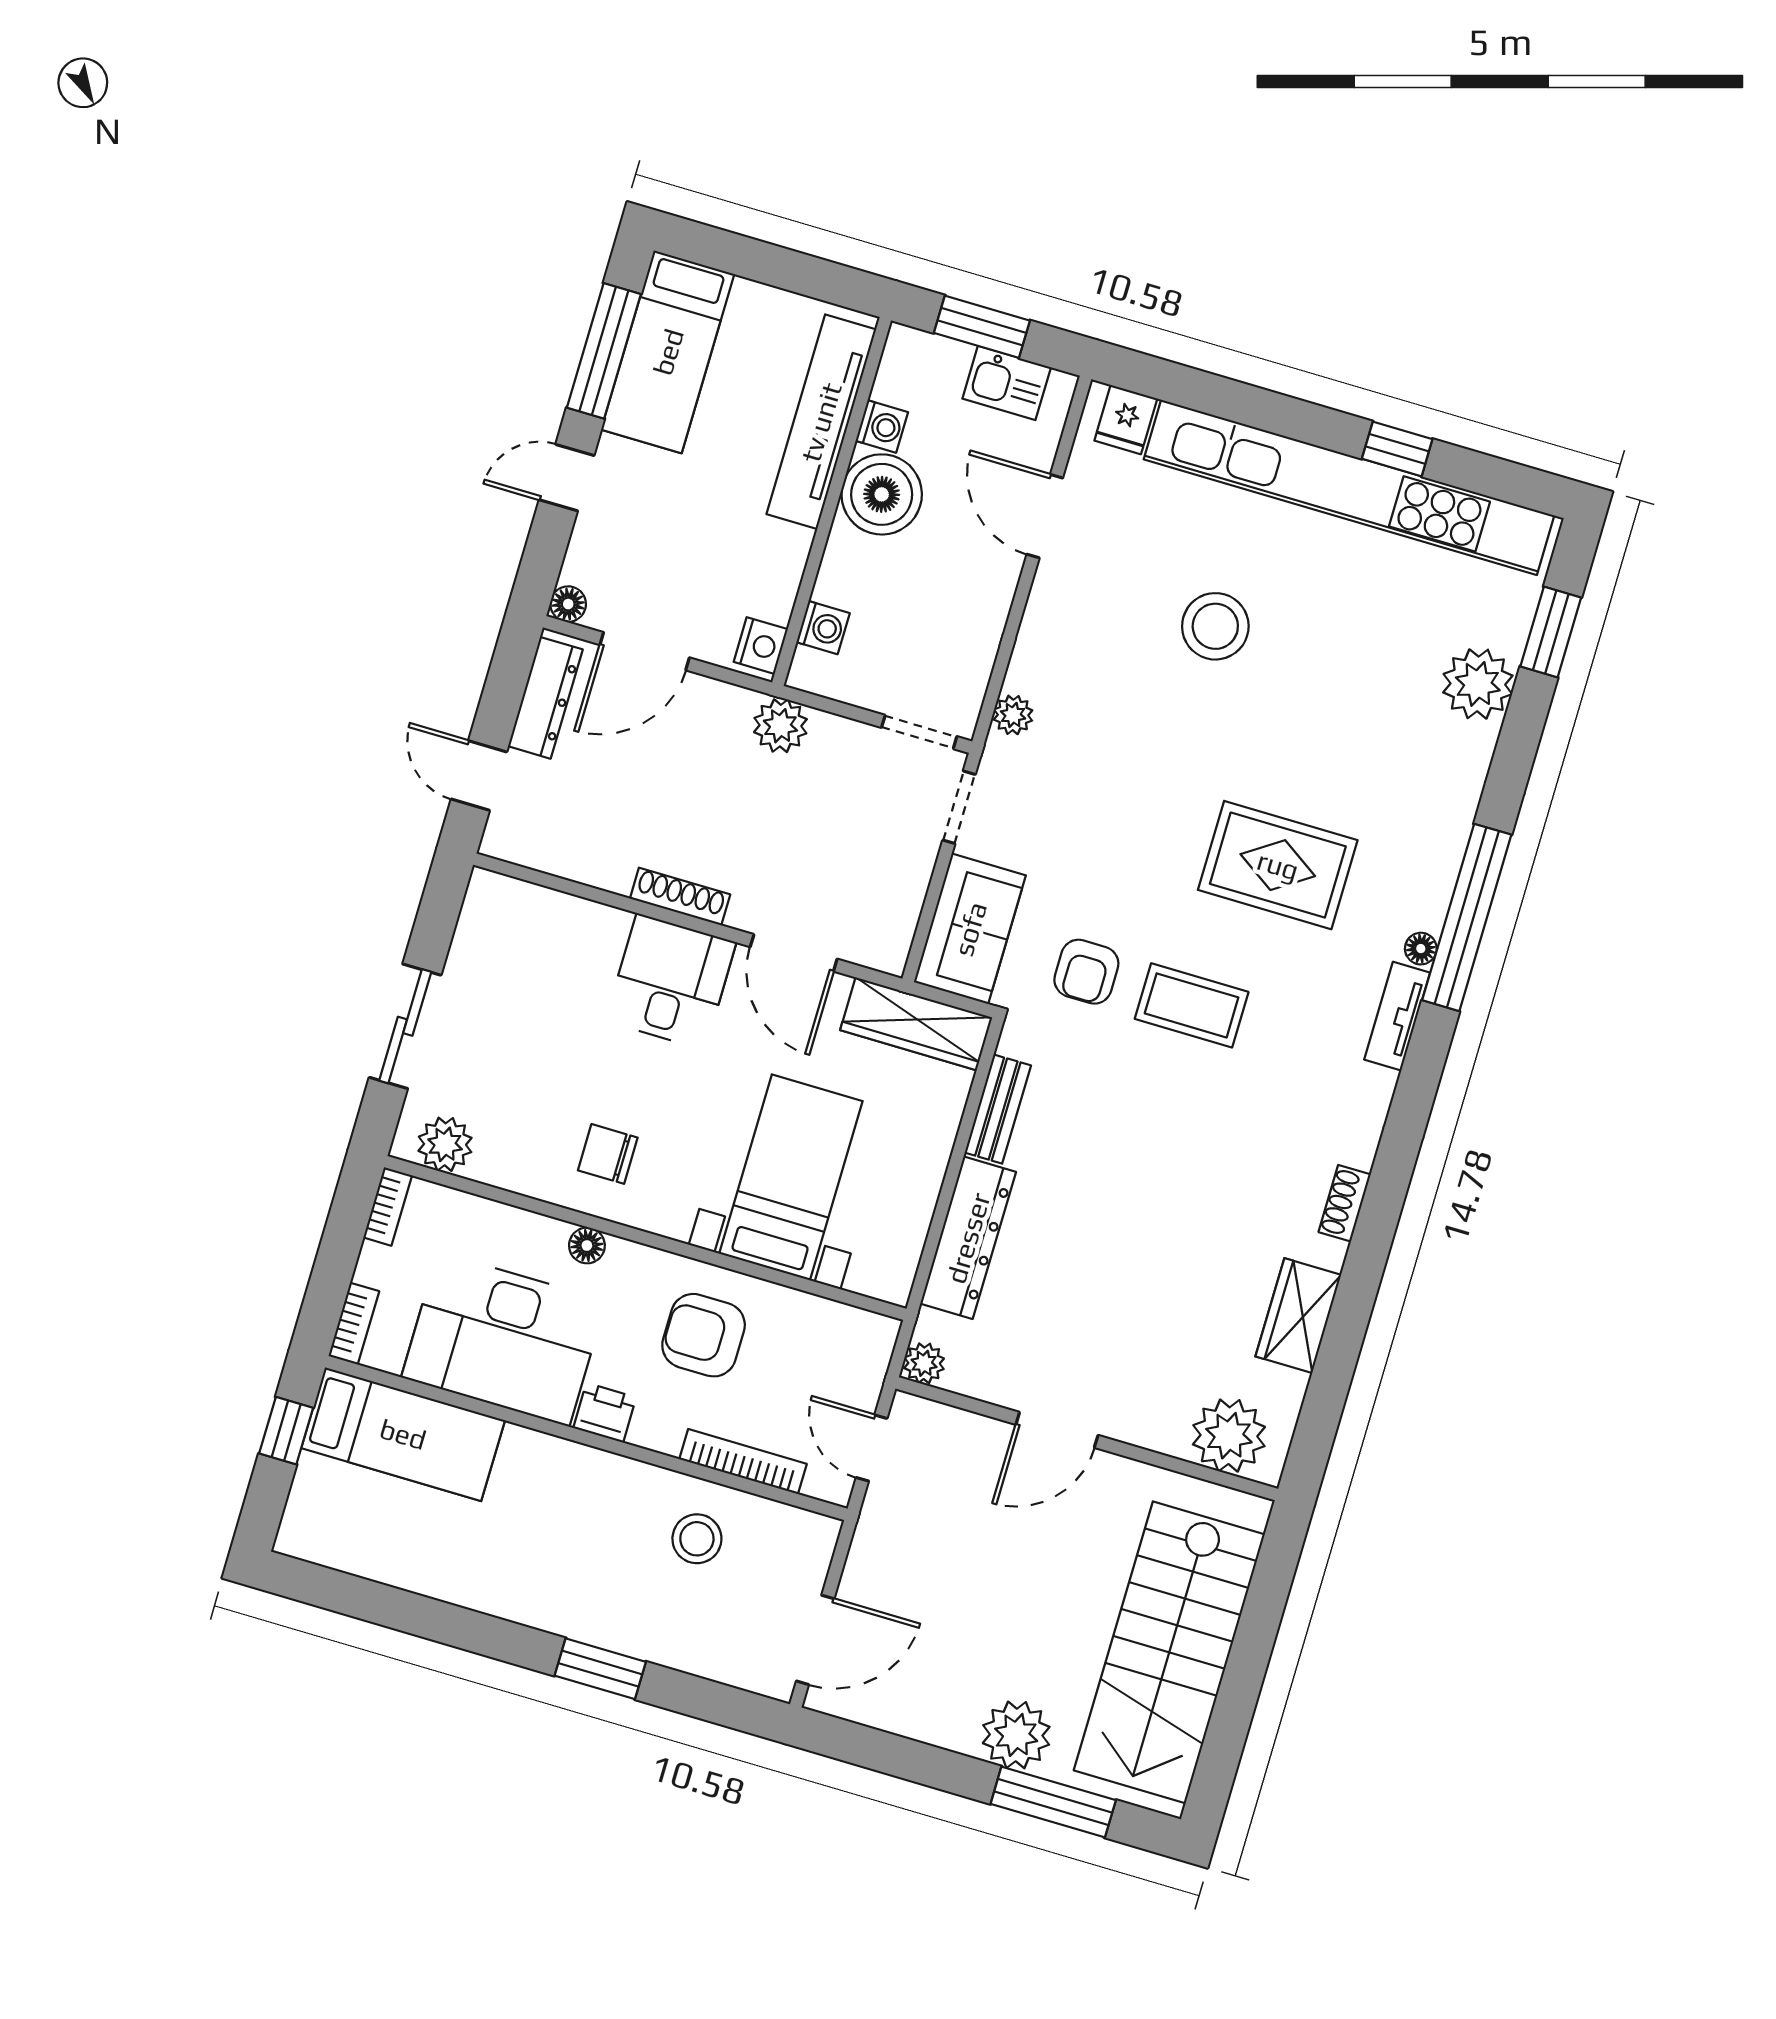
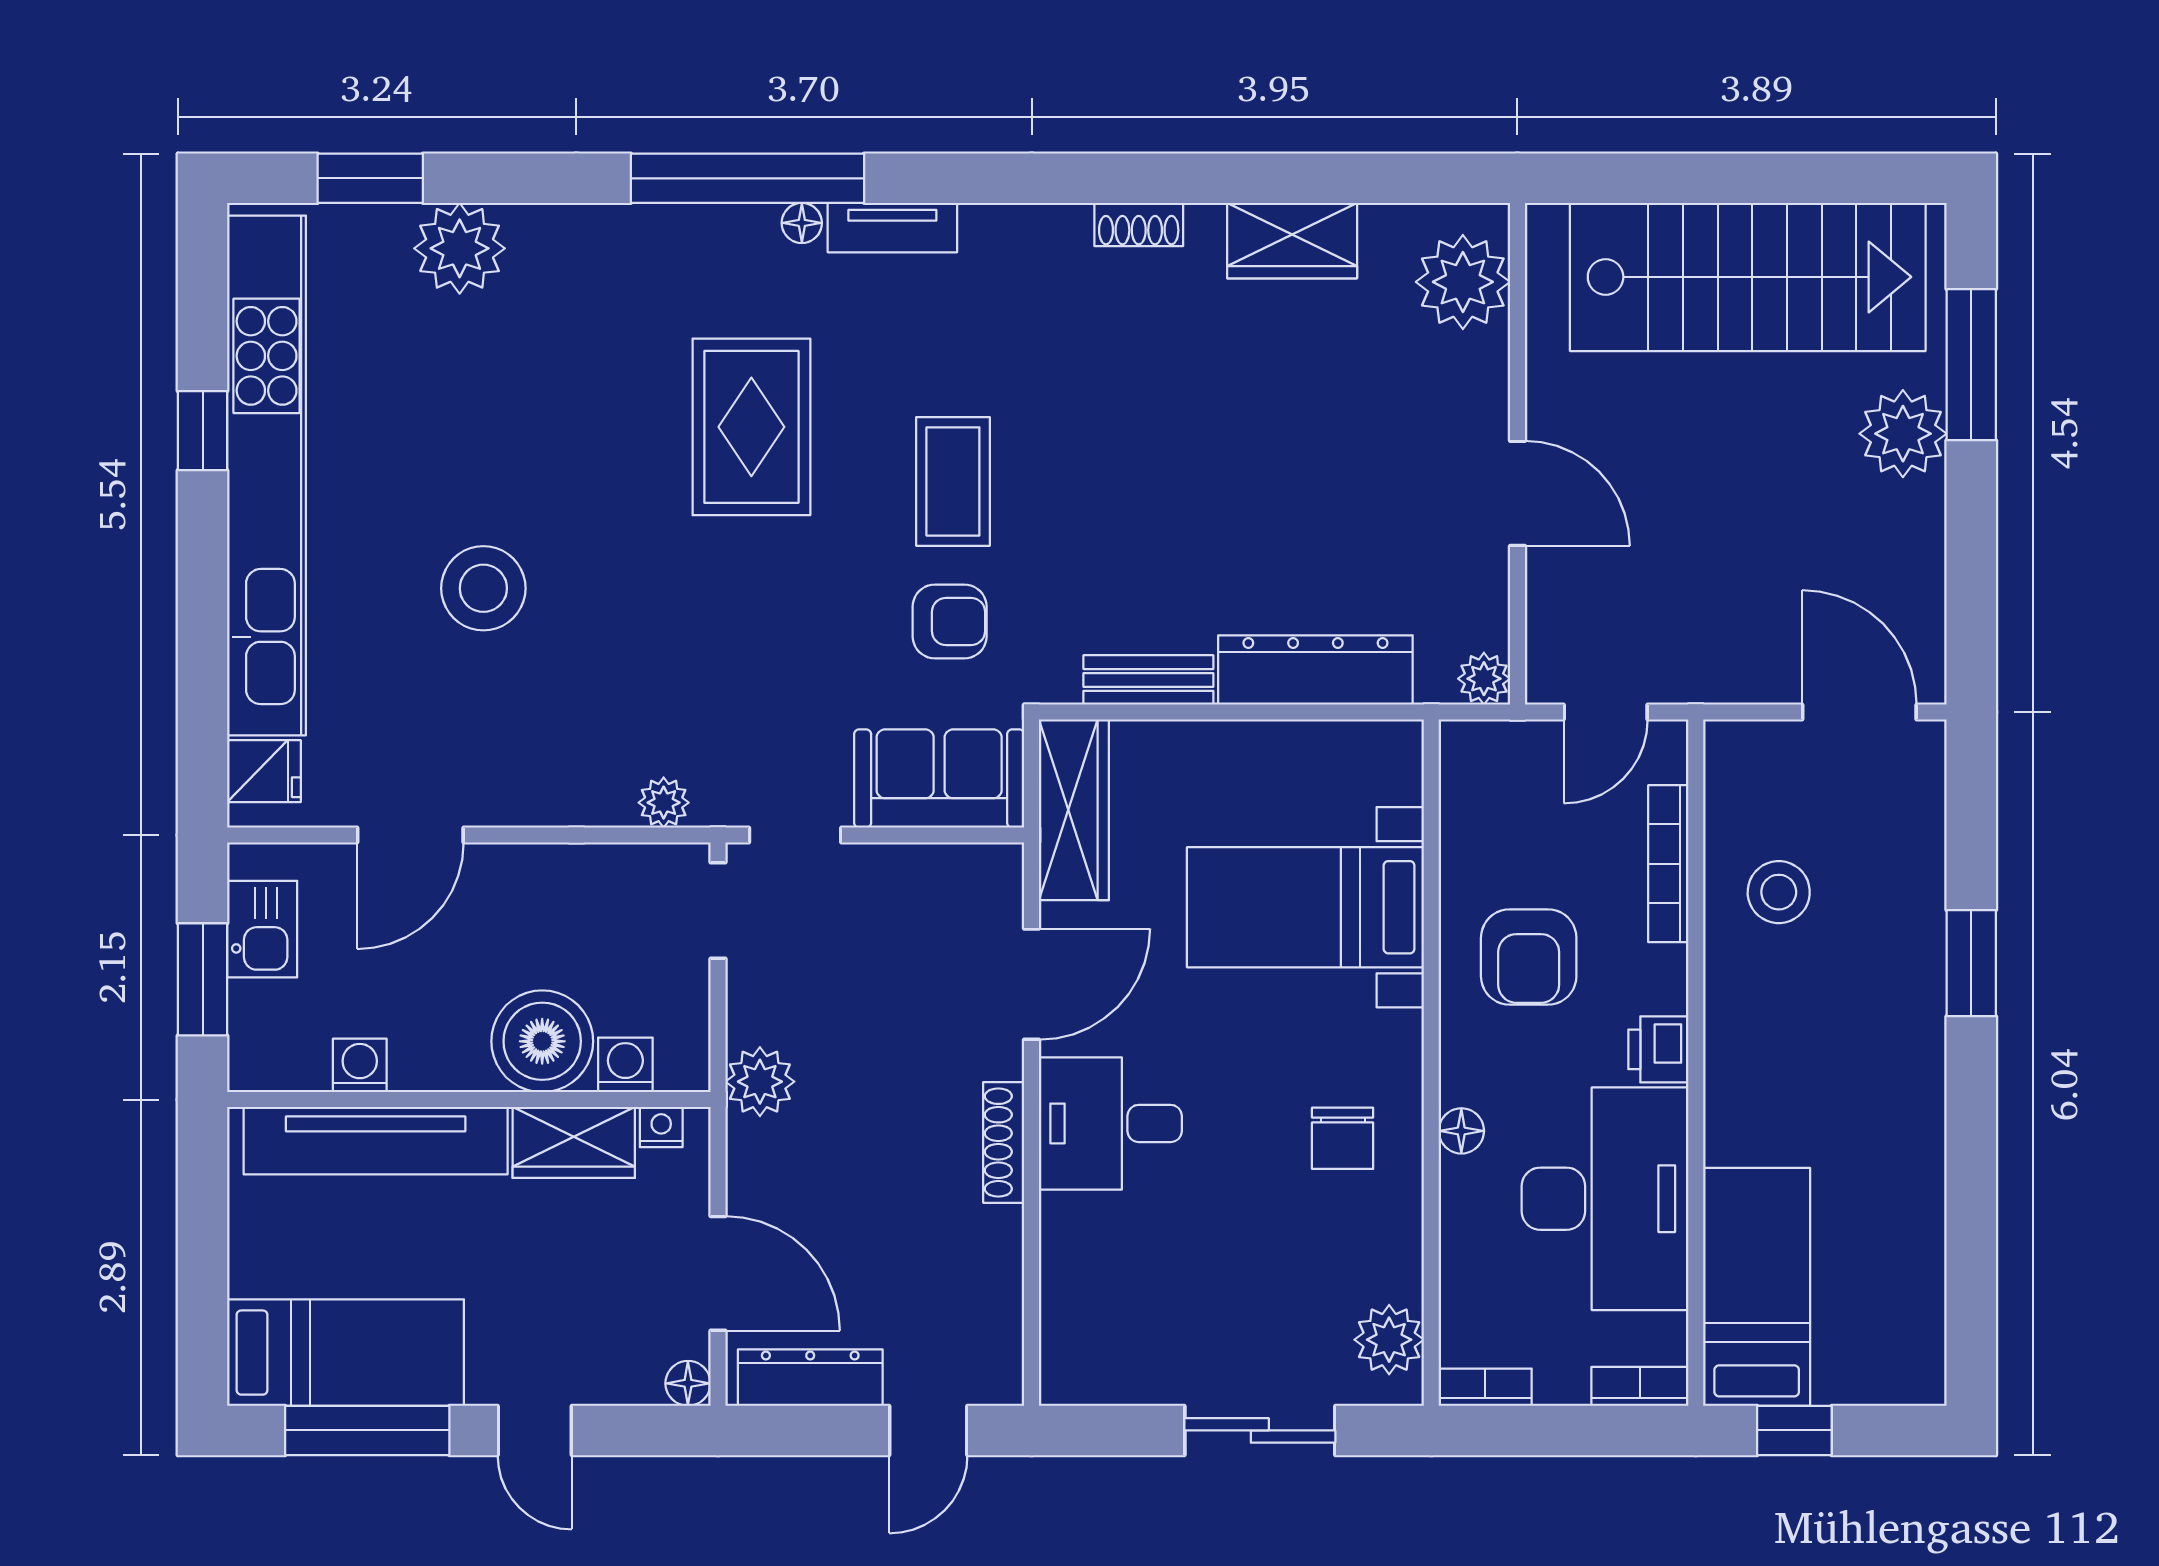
boiler: (882, 494) -> (542, 1041), moved
wardrobe: (776, 571) -> (574, 1142), added
nightstand: (761, 646) -> (661, 1127), width x0.72, depth x0.74

